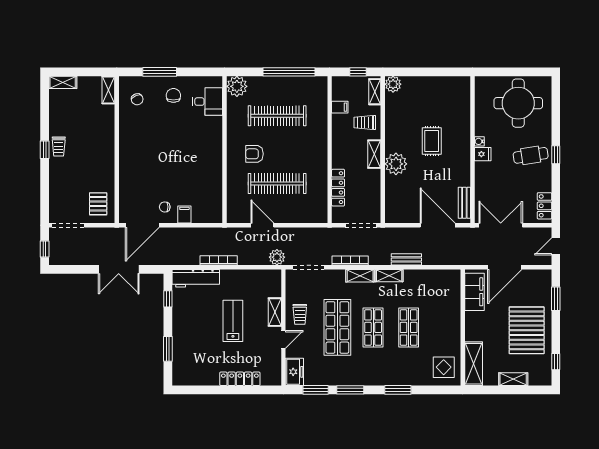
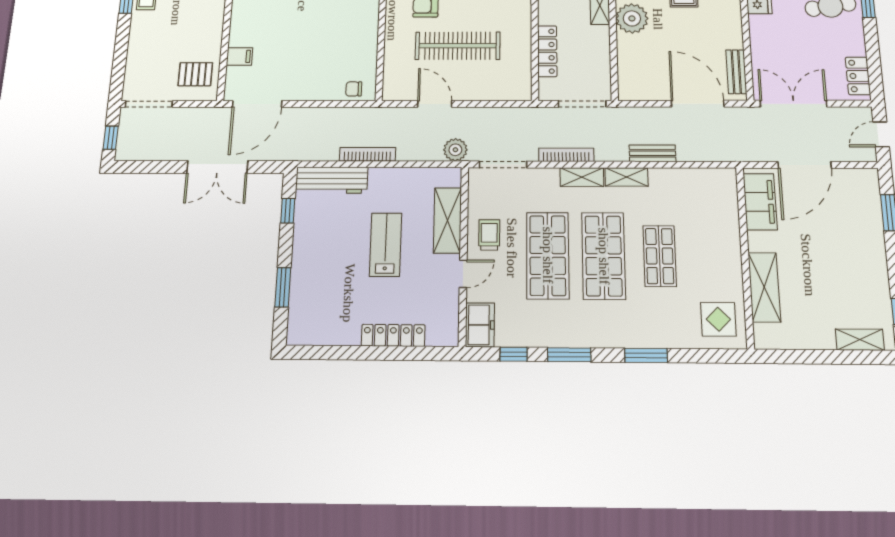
pallet: (98, 204) -> (195, 74), turned 90
chair: (165, 207) -> (354, 89), moved
filing cabinet: (184, 214) -> (239, 56), moved, turned 90
shelving: (275, 312) -> (447, 220), width x1.50, depth x1.33
trolley: (300, 314) -> (489, 235), turned 180
shop shelf: (373, 327) -> (604, 256), width x1.43, depth x1.36
pallet: (527, 330) -> (847, 261), removed
shelving: (474, 364) -> (764, 287), moved
shelving: (513, 379) -> (860, 340), moved
window: (316, 390) -> (514, 354), width x0.67

